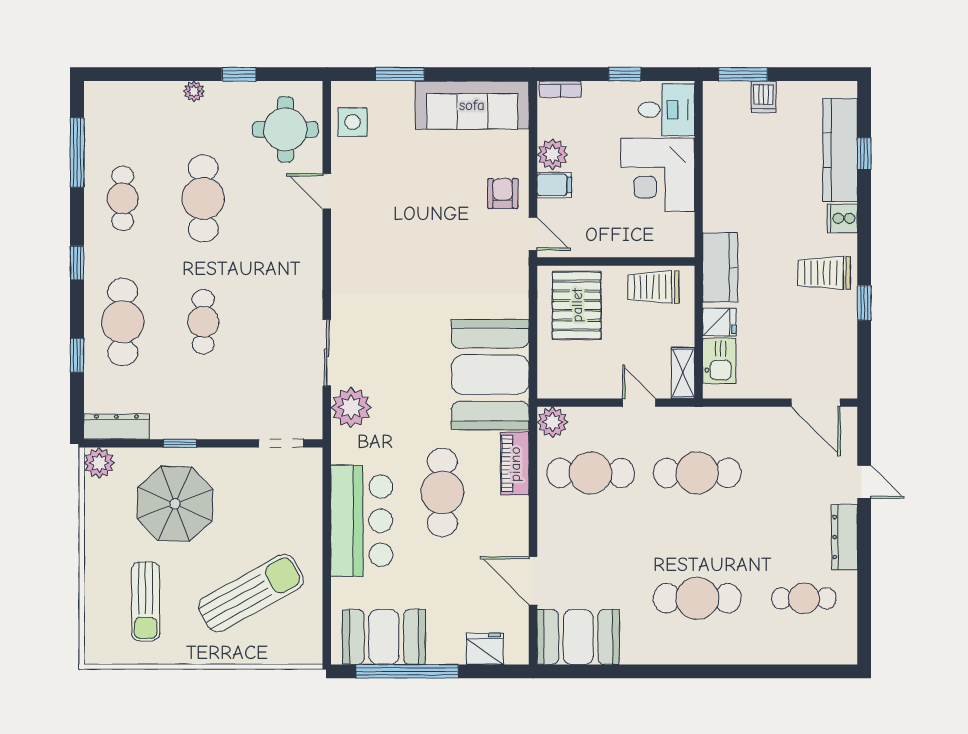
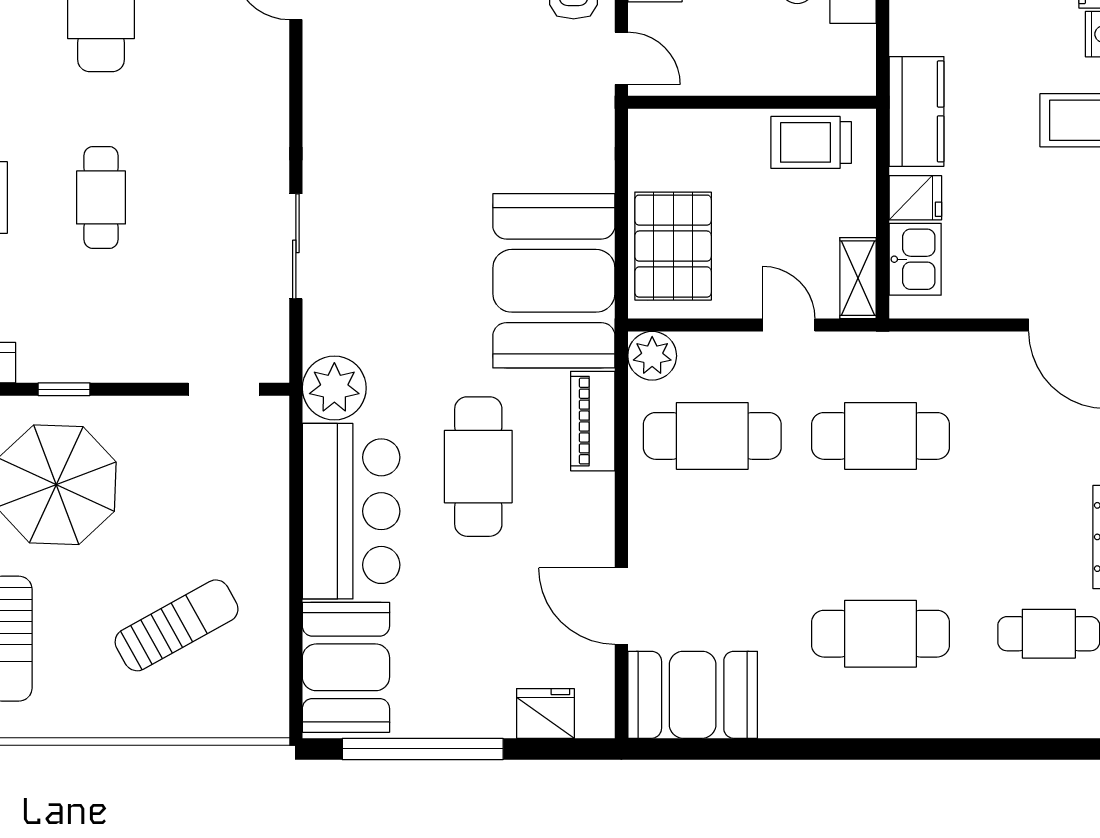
pallet: (577, 305) -> (673, 246), moved
plant: (351, 407) -> (334, 388), moved
sun lounger: (251, 593) -> (177, 625), width x0.73, depth x0.75
booth: (384, 637) -> (346, 667), moved, turned 90

